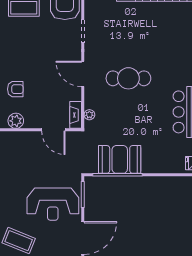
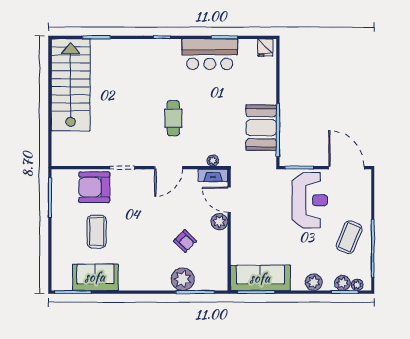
cafe table: (128, 78) -> (173, 118), width x0.73, depth x0.74
armchair: (15, 89) -> (185, 241), turned 135
plant: (16, 121) -> (219, 222), moved
door: (53, 130) -> (229, 200), swing flipped

